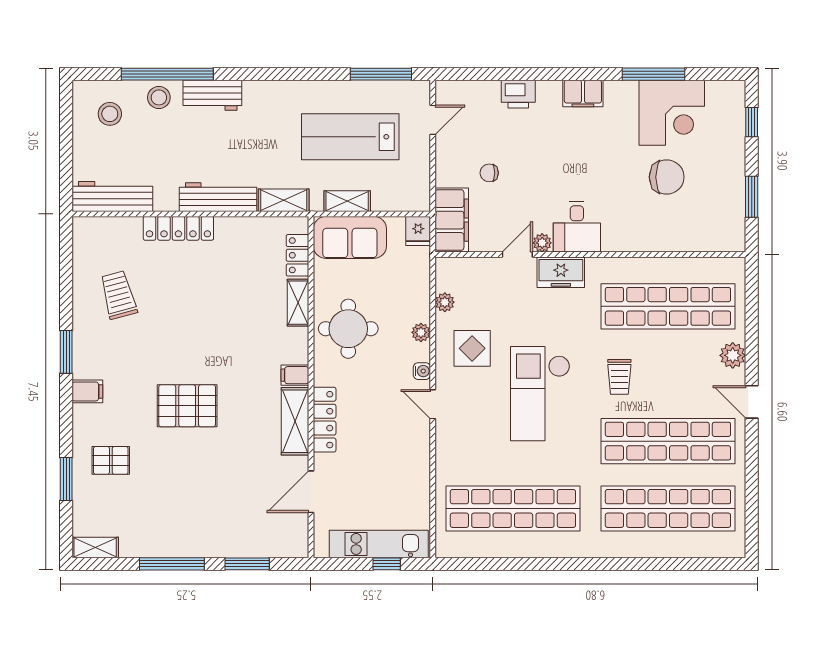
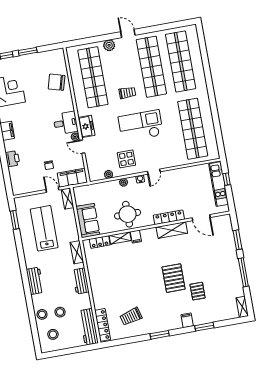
window: (167, 74) -> (31, 313), removed
window: (381, 74) -> (15, 220), width x0.69
workbench: (212, 95) -> (35, 281), moved
door: (433, 120) -> (52, 190), moved
lab bench: (350, 137) -> (44, 228), turned 180
stool: (157, 139) -> (60, 312), added
chair: (667, 177) -> (57, 82), moved, turned -74
workbench: (218, 197) -> (81, 281), width x0.73
window: (752, 197) -> (28, 51), moved
shelving: (347, 201) -> (68, 199), moved
locker: (178, 228) -> (103, 325), moved
fridge: (418, 231) -> (80, 191), removed
filing cabinet: (295, 375) -> (136, 237), moved
filing cabinet: (87, 391) -> (187, 320), moved
checkout: (540, 394) -> (141, 126), turned 180
door: (752, 402) -> (128, 33), swing flipped
pallet: (111, 460) -> (198, 291), moved
window: (66, 479) -> (204, 327), moved

